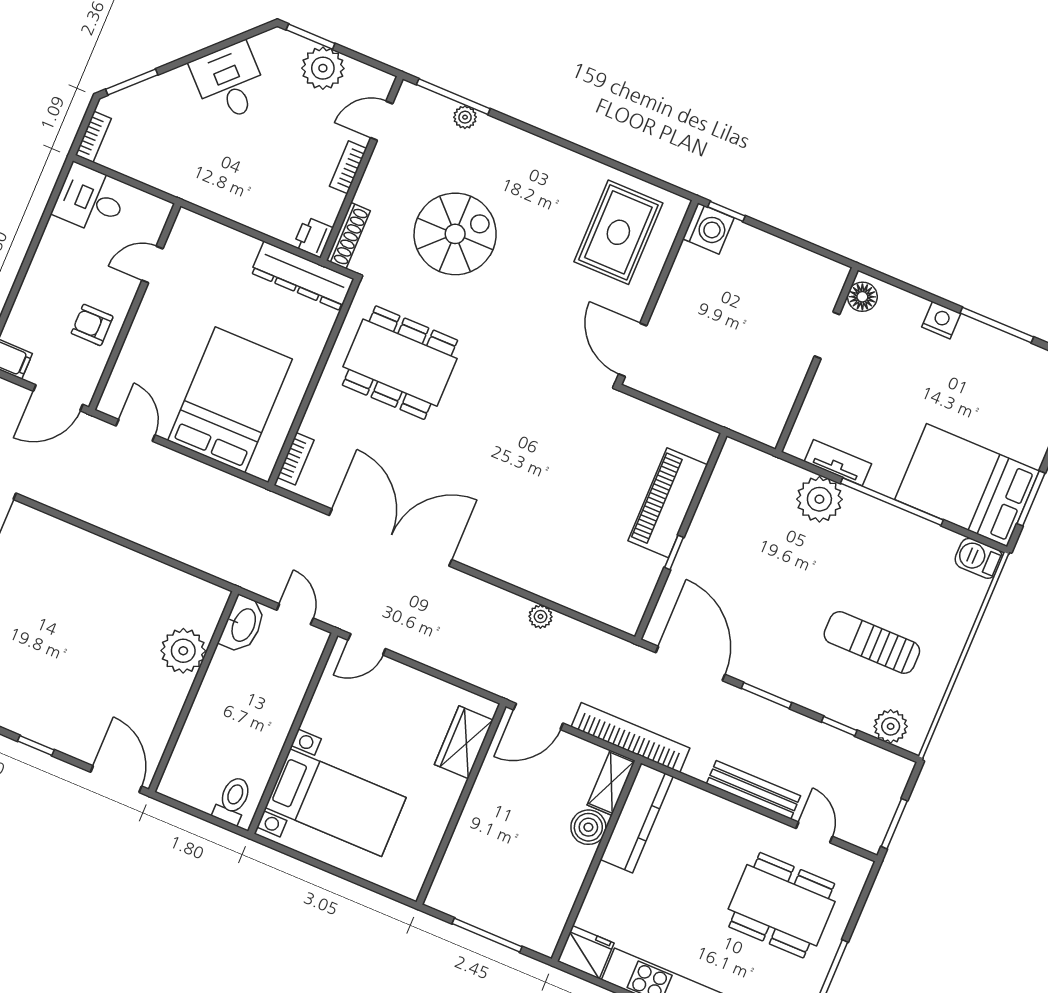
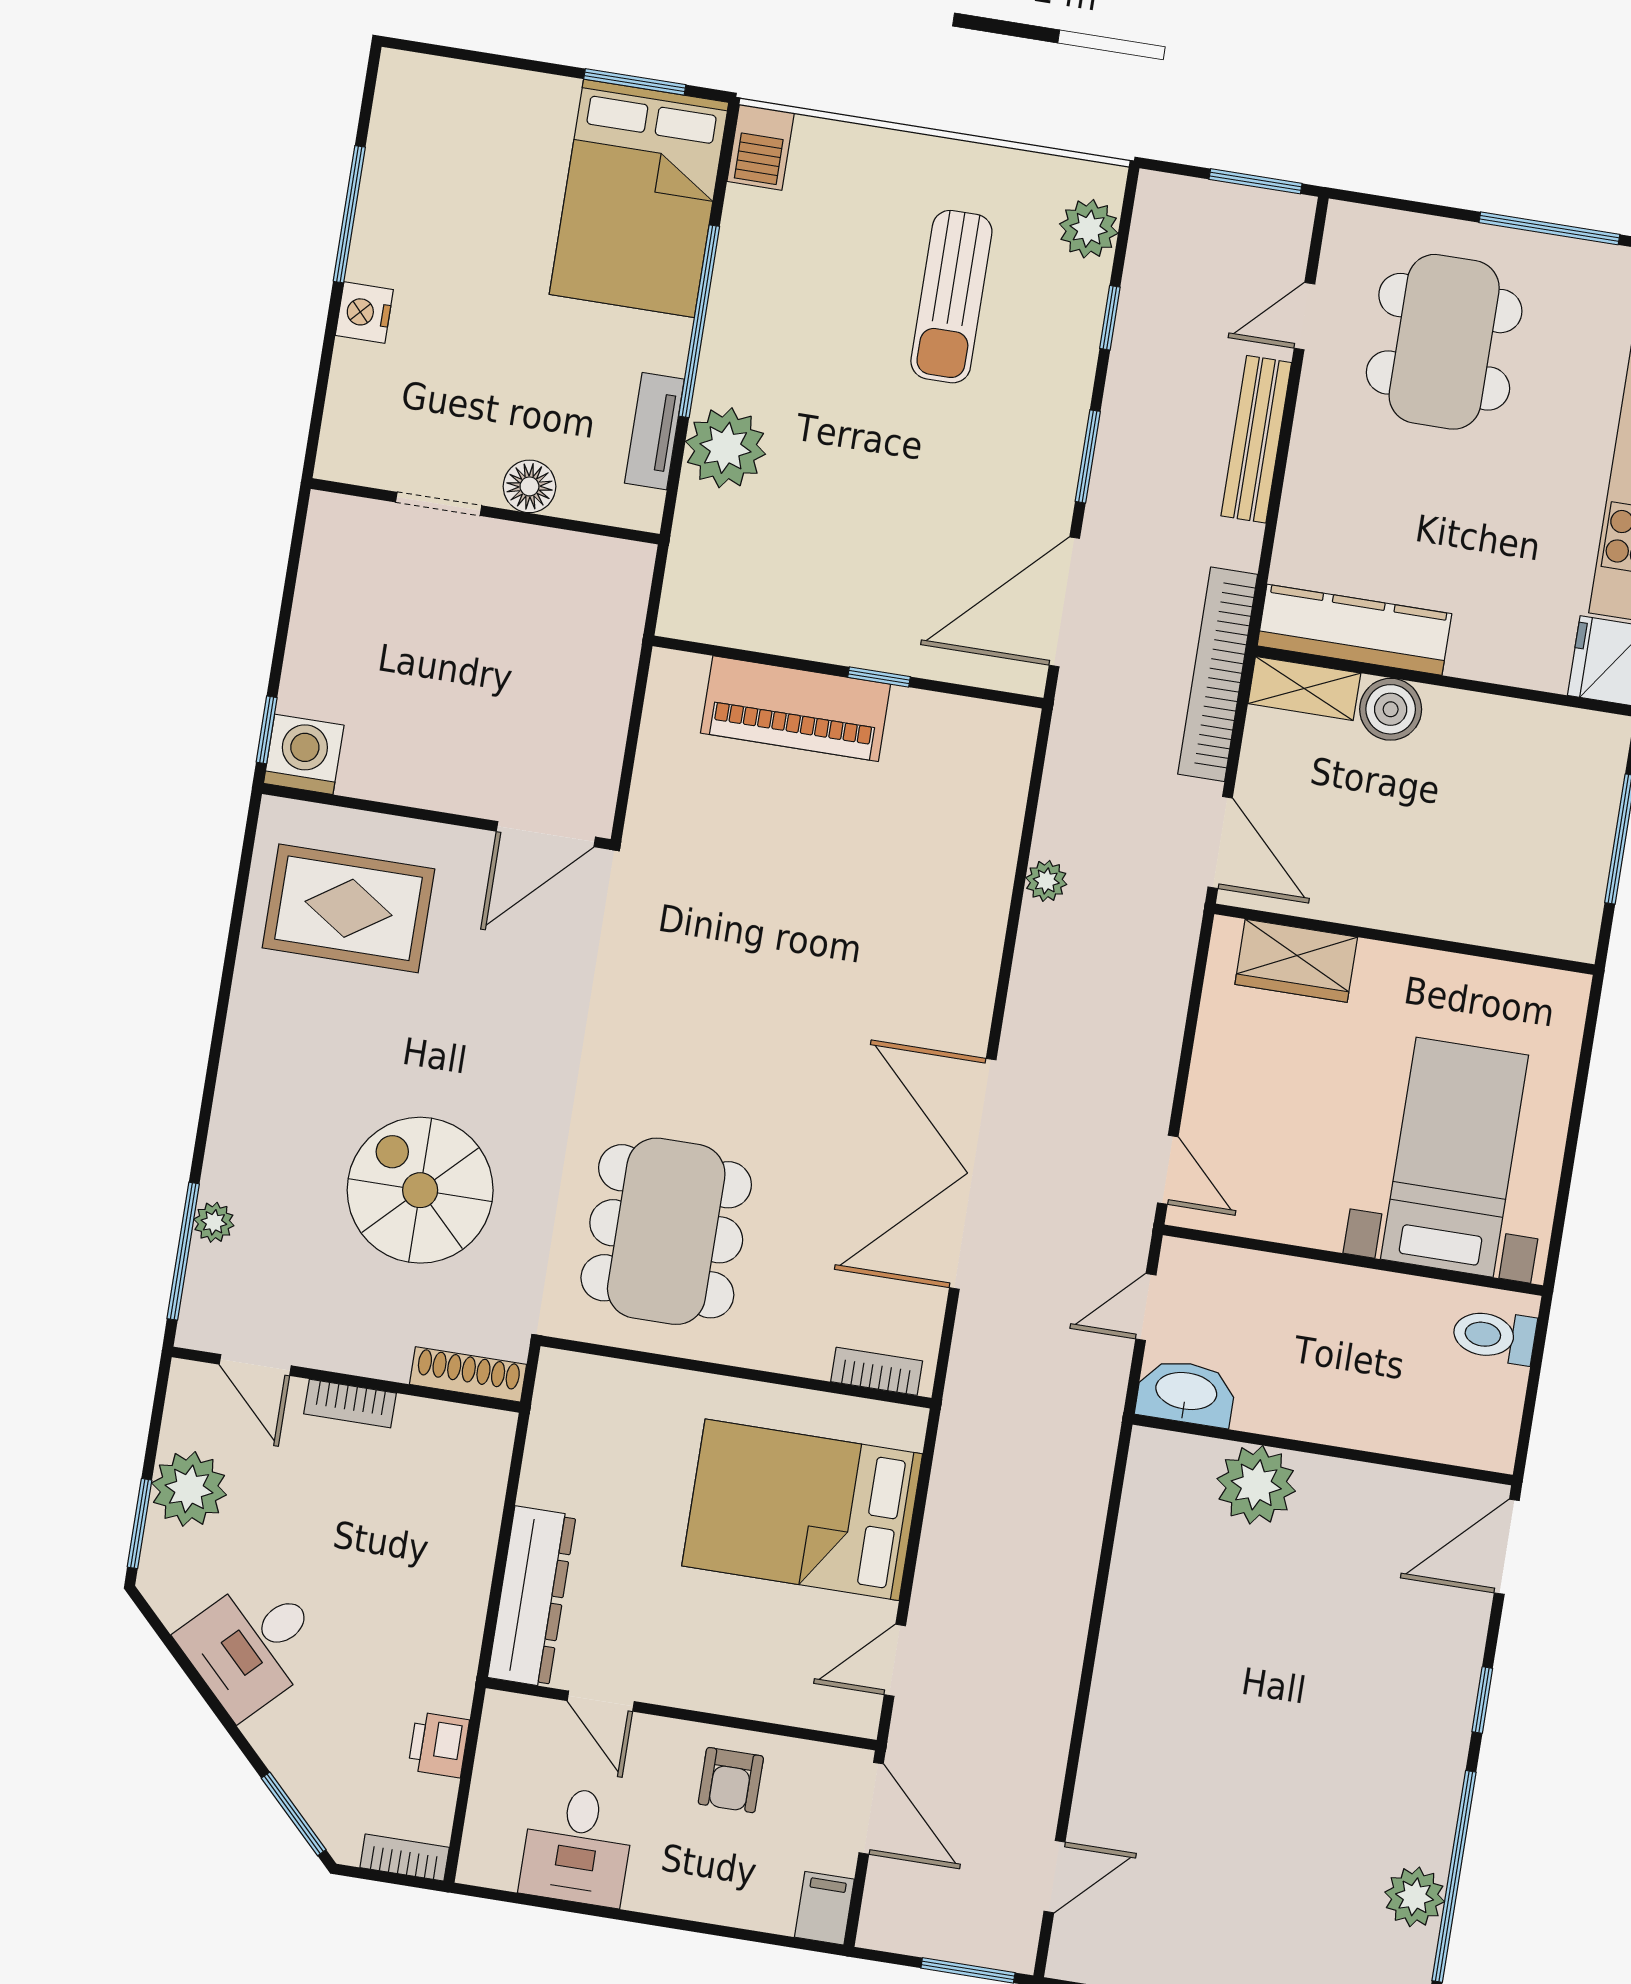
desk: (90, 199) -> (577, 1846), moved
printer: (313, 237) -> (439, 1745), moved, turned 90
dresser: (302, 276) -> (532, 1596), moved
floor lamp: (862, 297) -> (529, 486), moved

